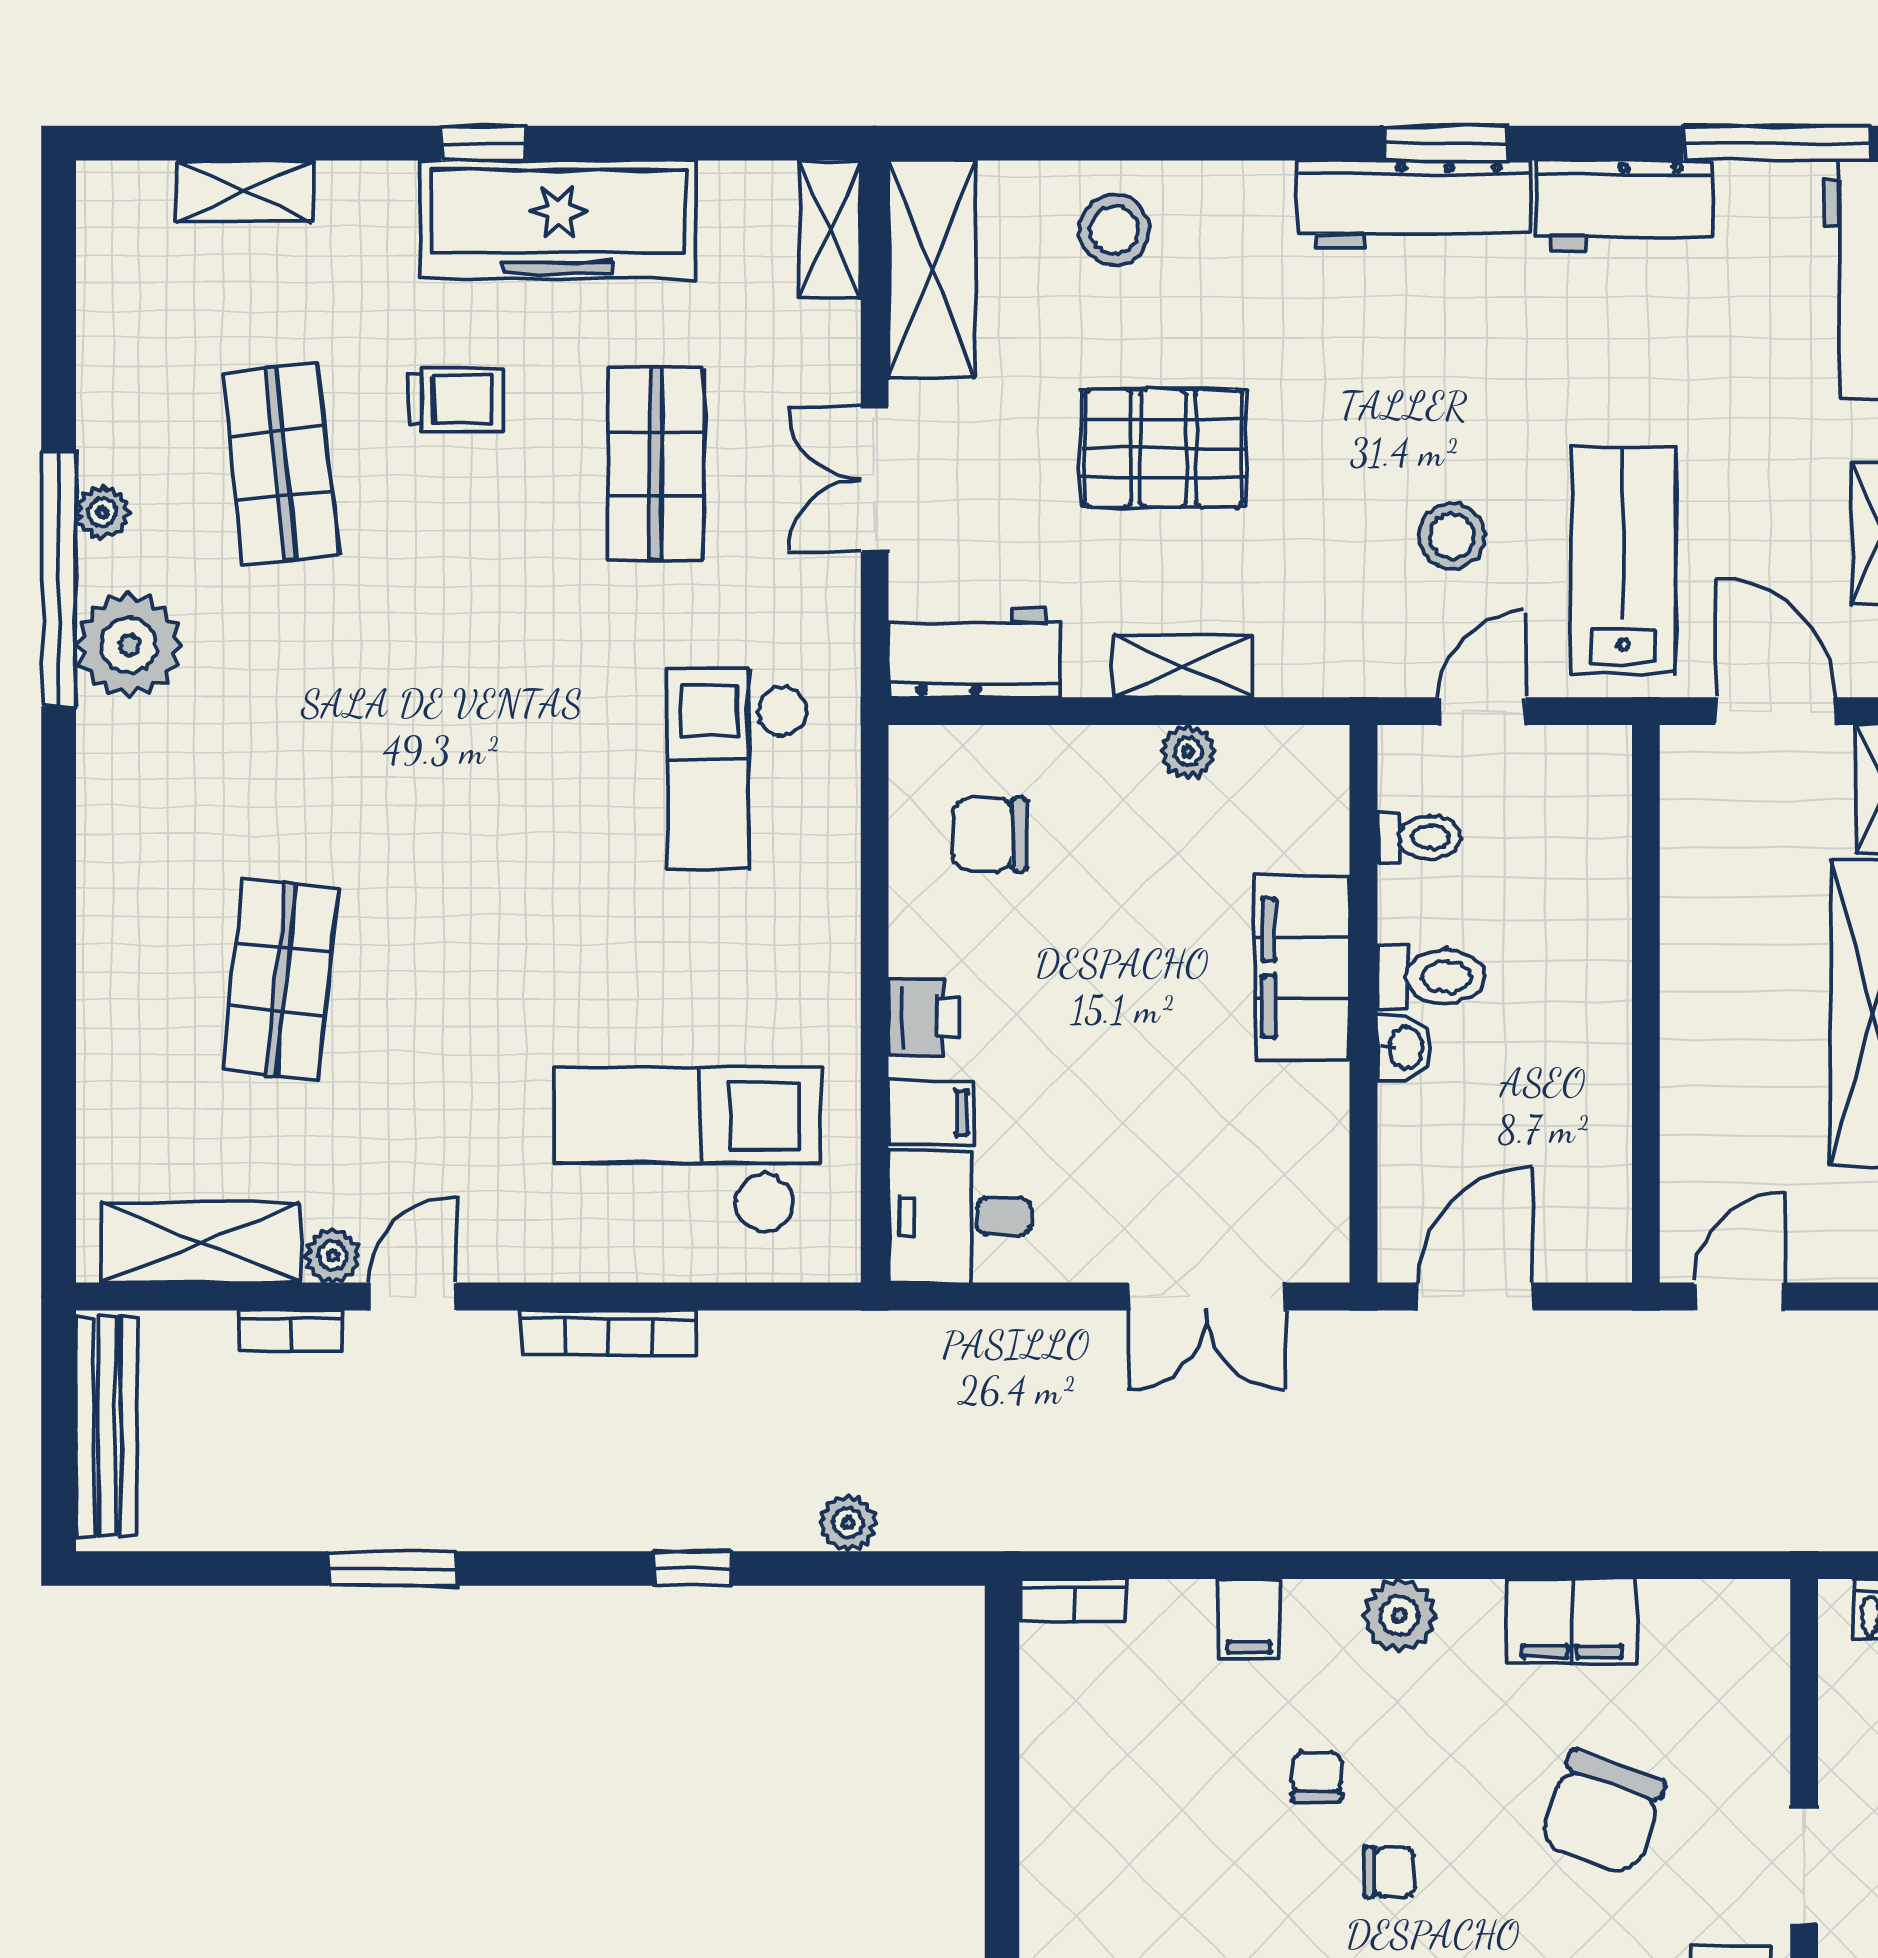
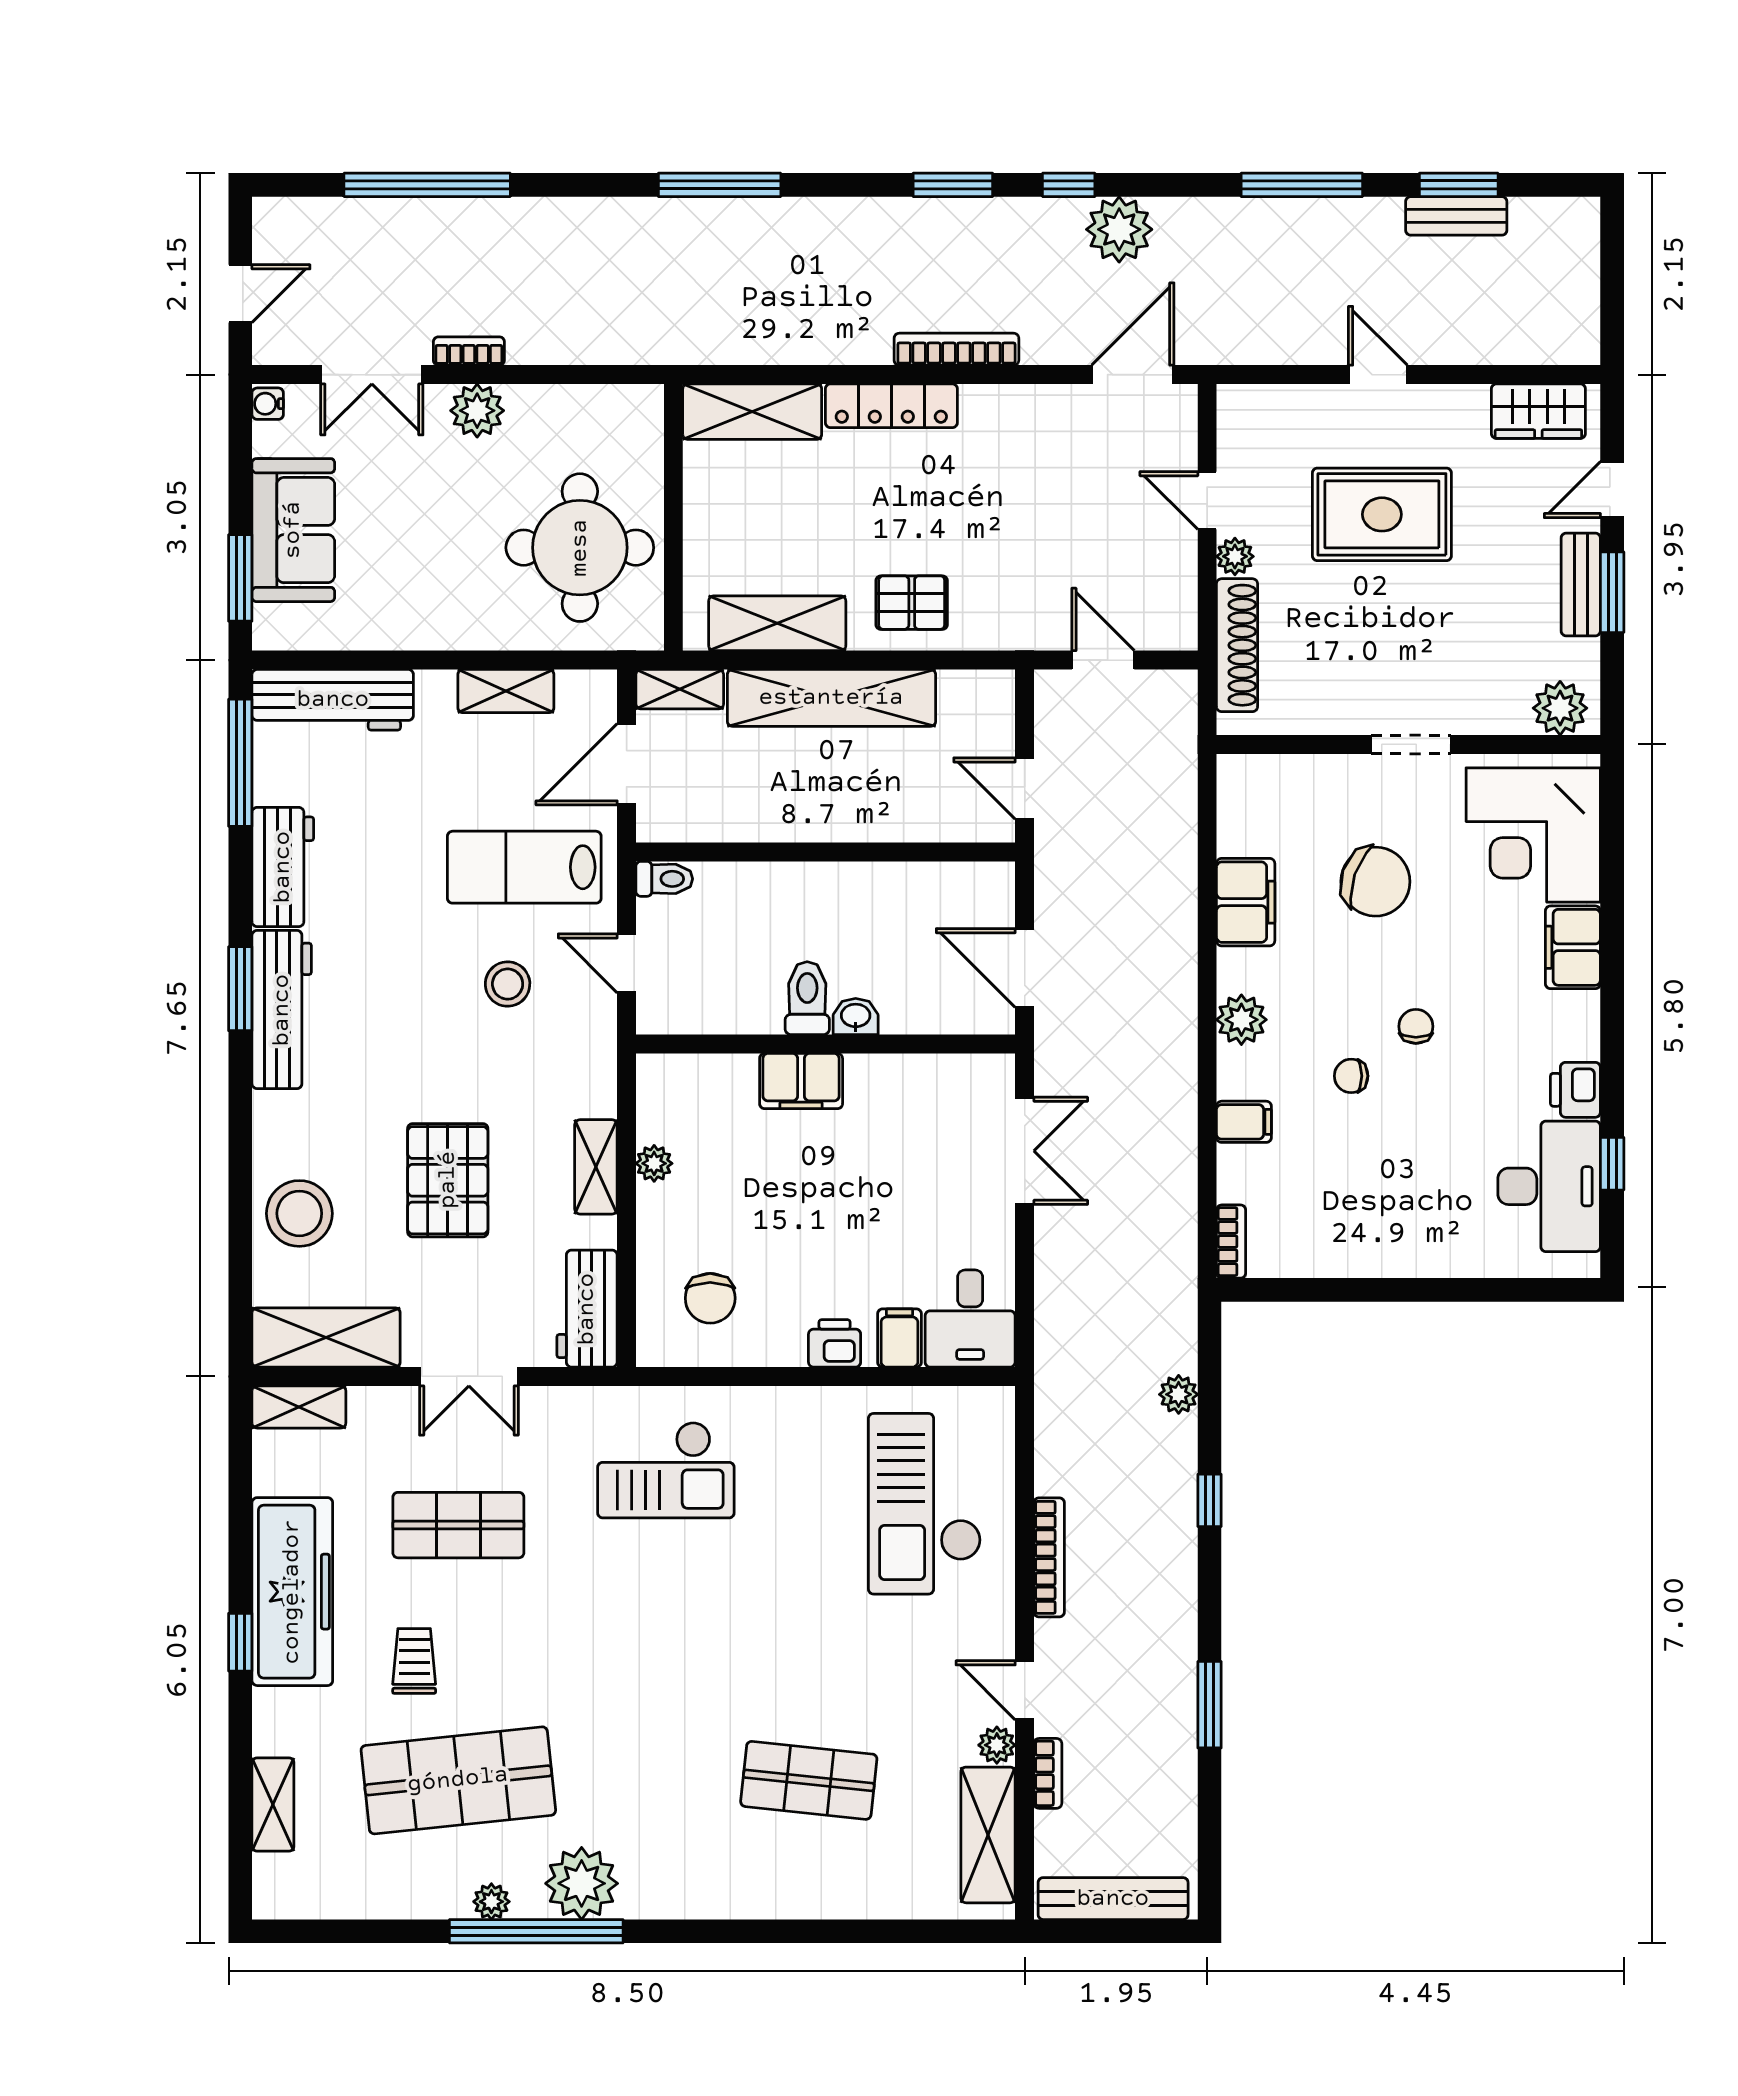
stool: (1114, 230) -> (299, 1213), width x1.38, depth x1.38
shop shelf: (281, 464) -> (458, 1780), width x1.43, depth x1.36
toilet: (1419, 838) -> (664, 879), moved, turned 90
filing cabinet: (1302, 968) -> (801, 1081), width x0.67, depth x0.86

